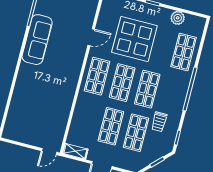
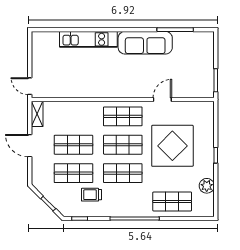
door: (91, 37) -> (162, 99), swing flipped
kitchen unit: (21, 89) -> (88, 39), added

